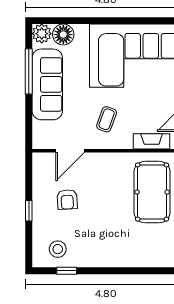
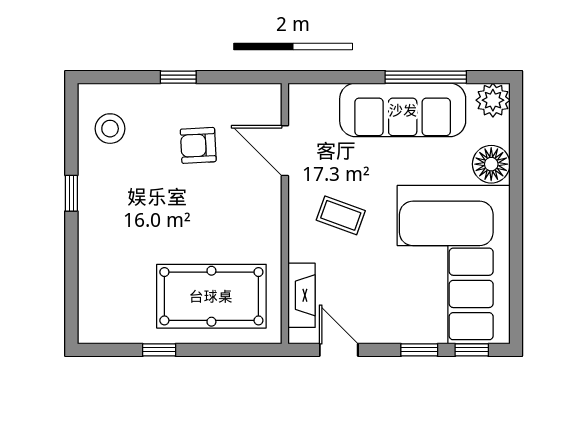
floor lamp: (63, 35) -> (491, 164), moved
window: (67, 271) -> (71, 193), moved

